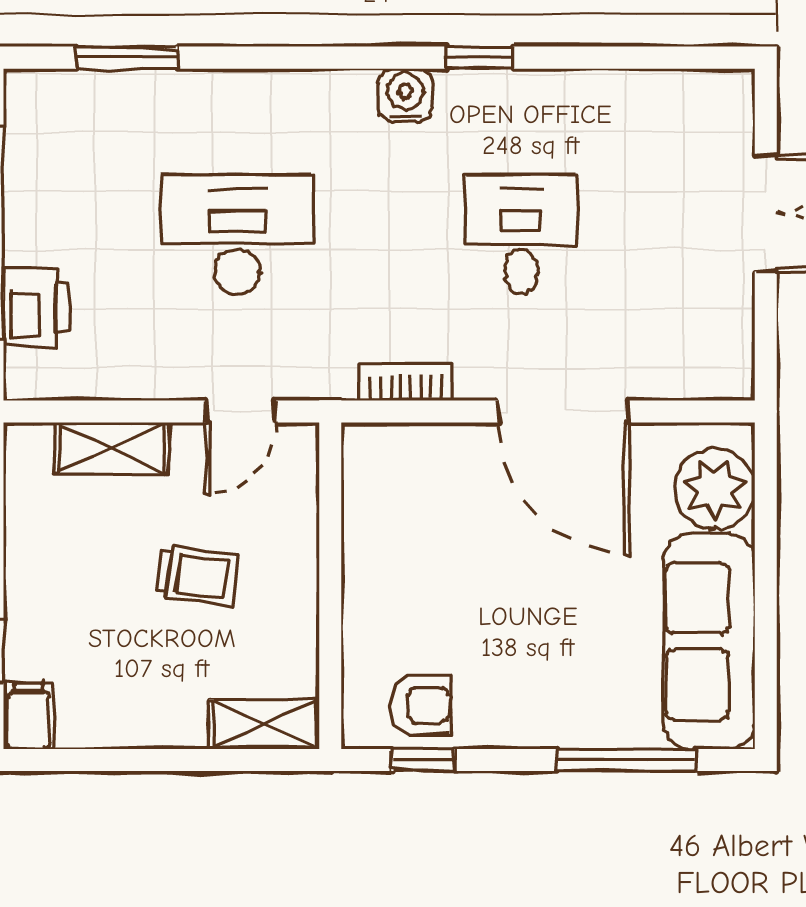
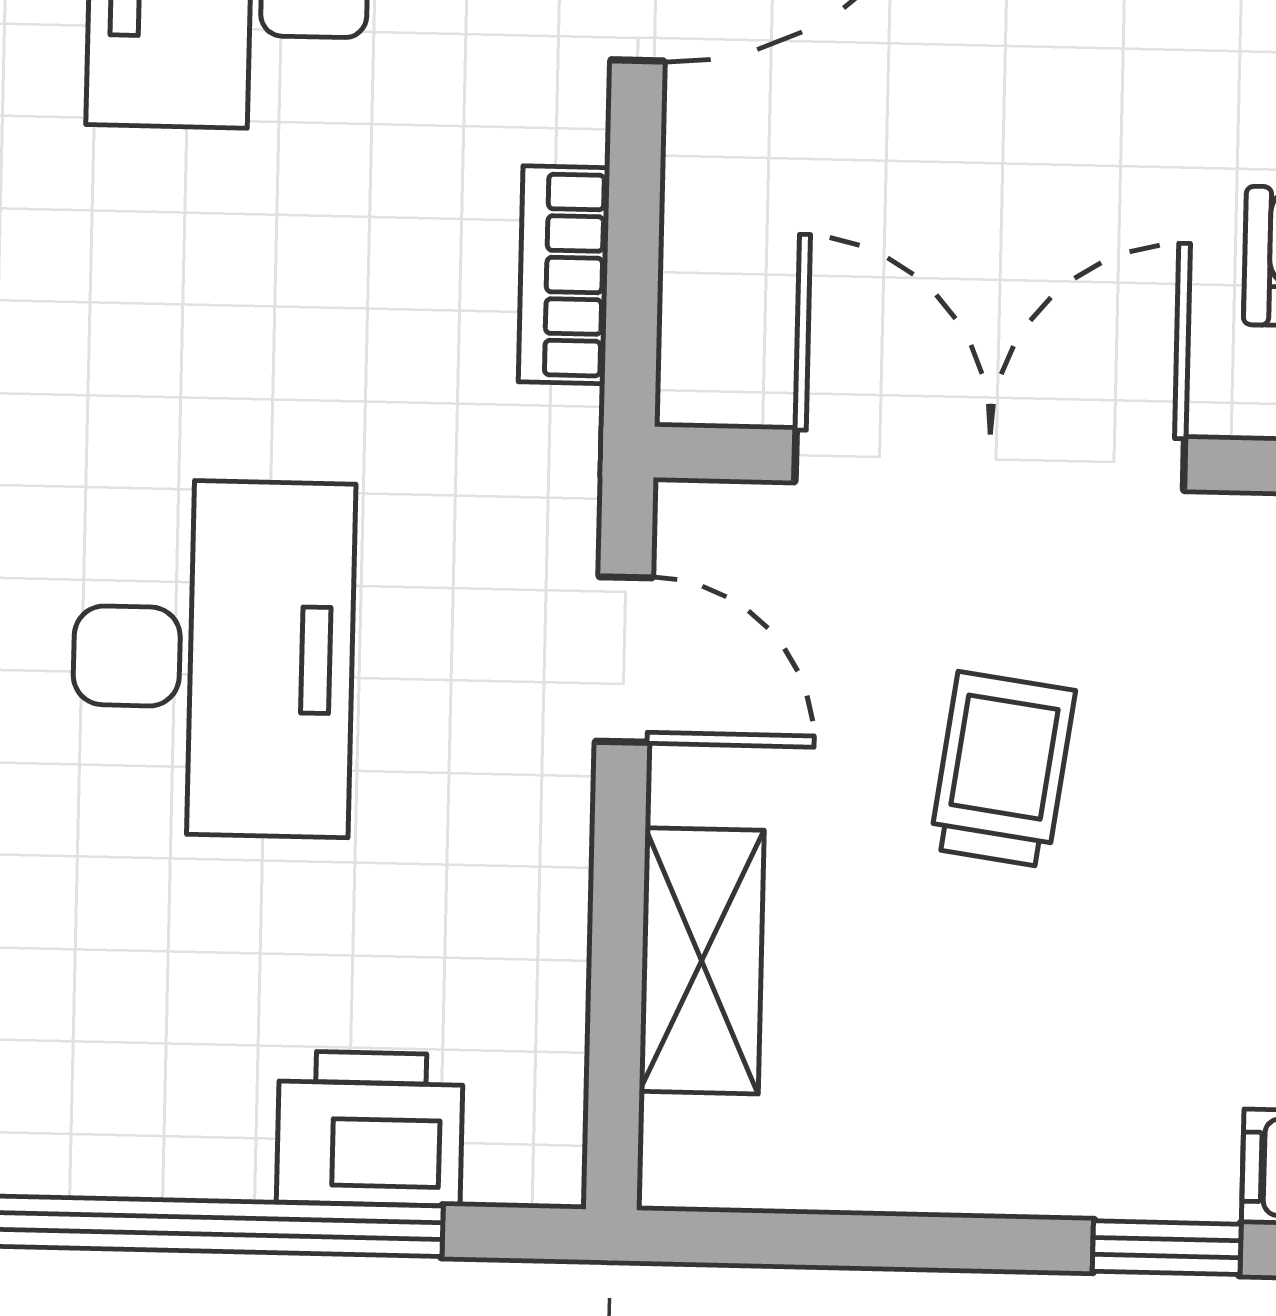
desk: (237, 235) -> (213, 658), turned 180
double door: (330, 567) -> (990, 460), added

